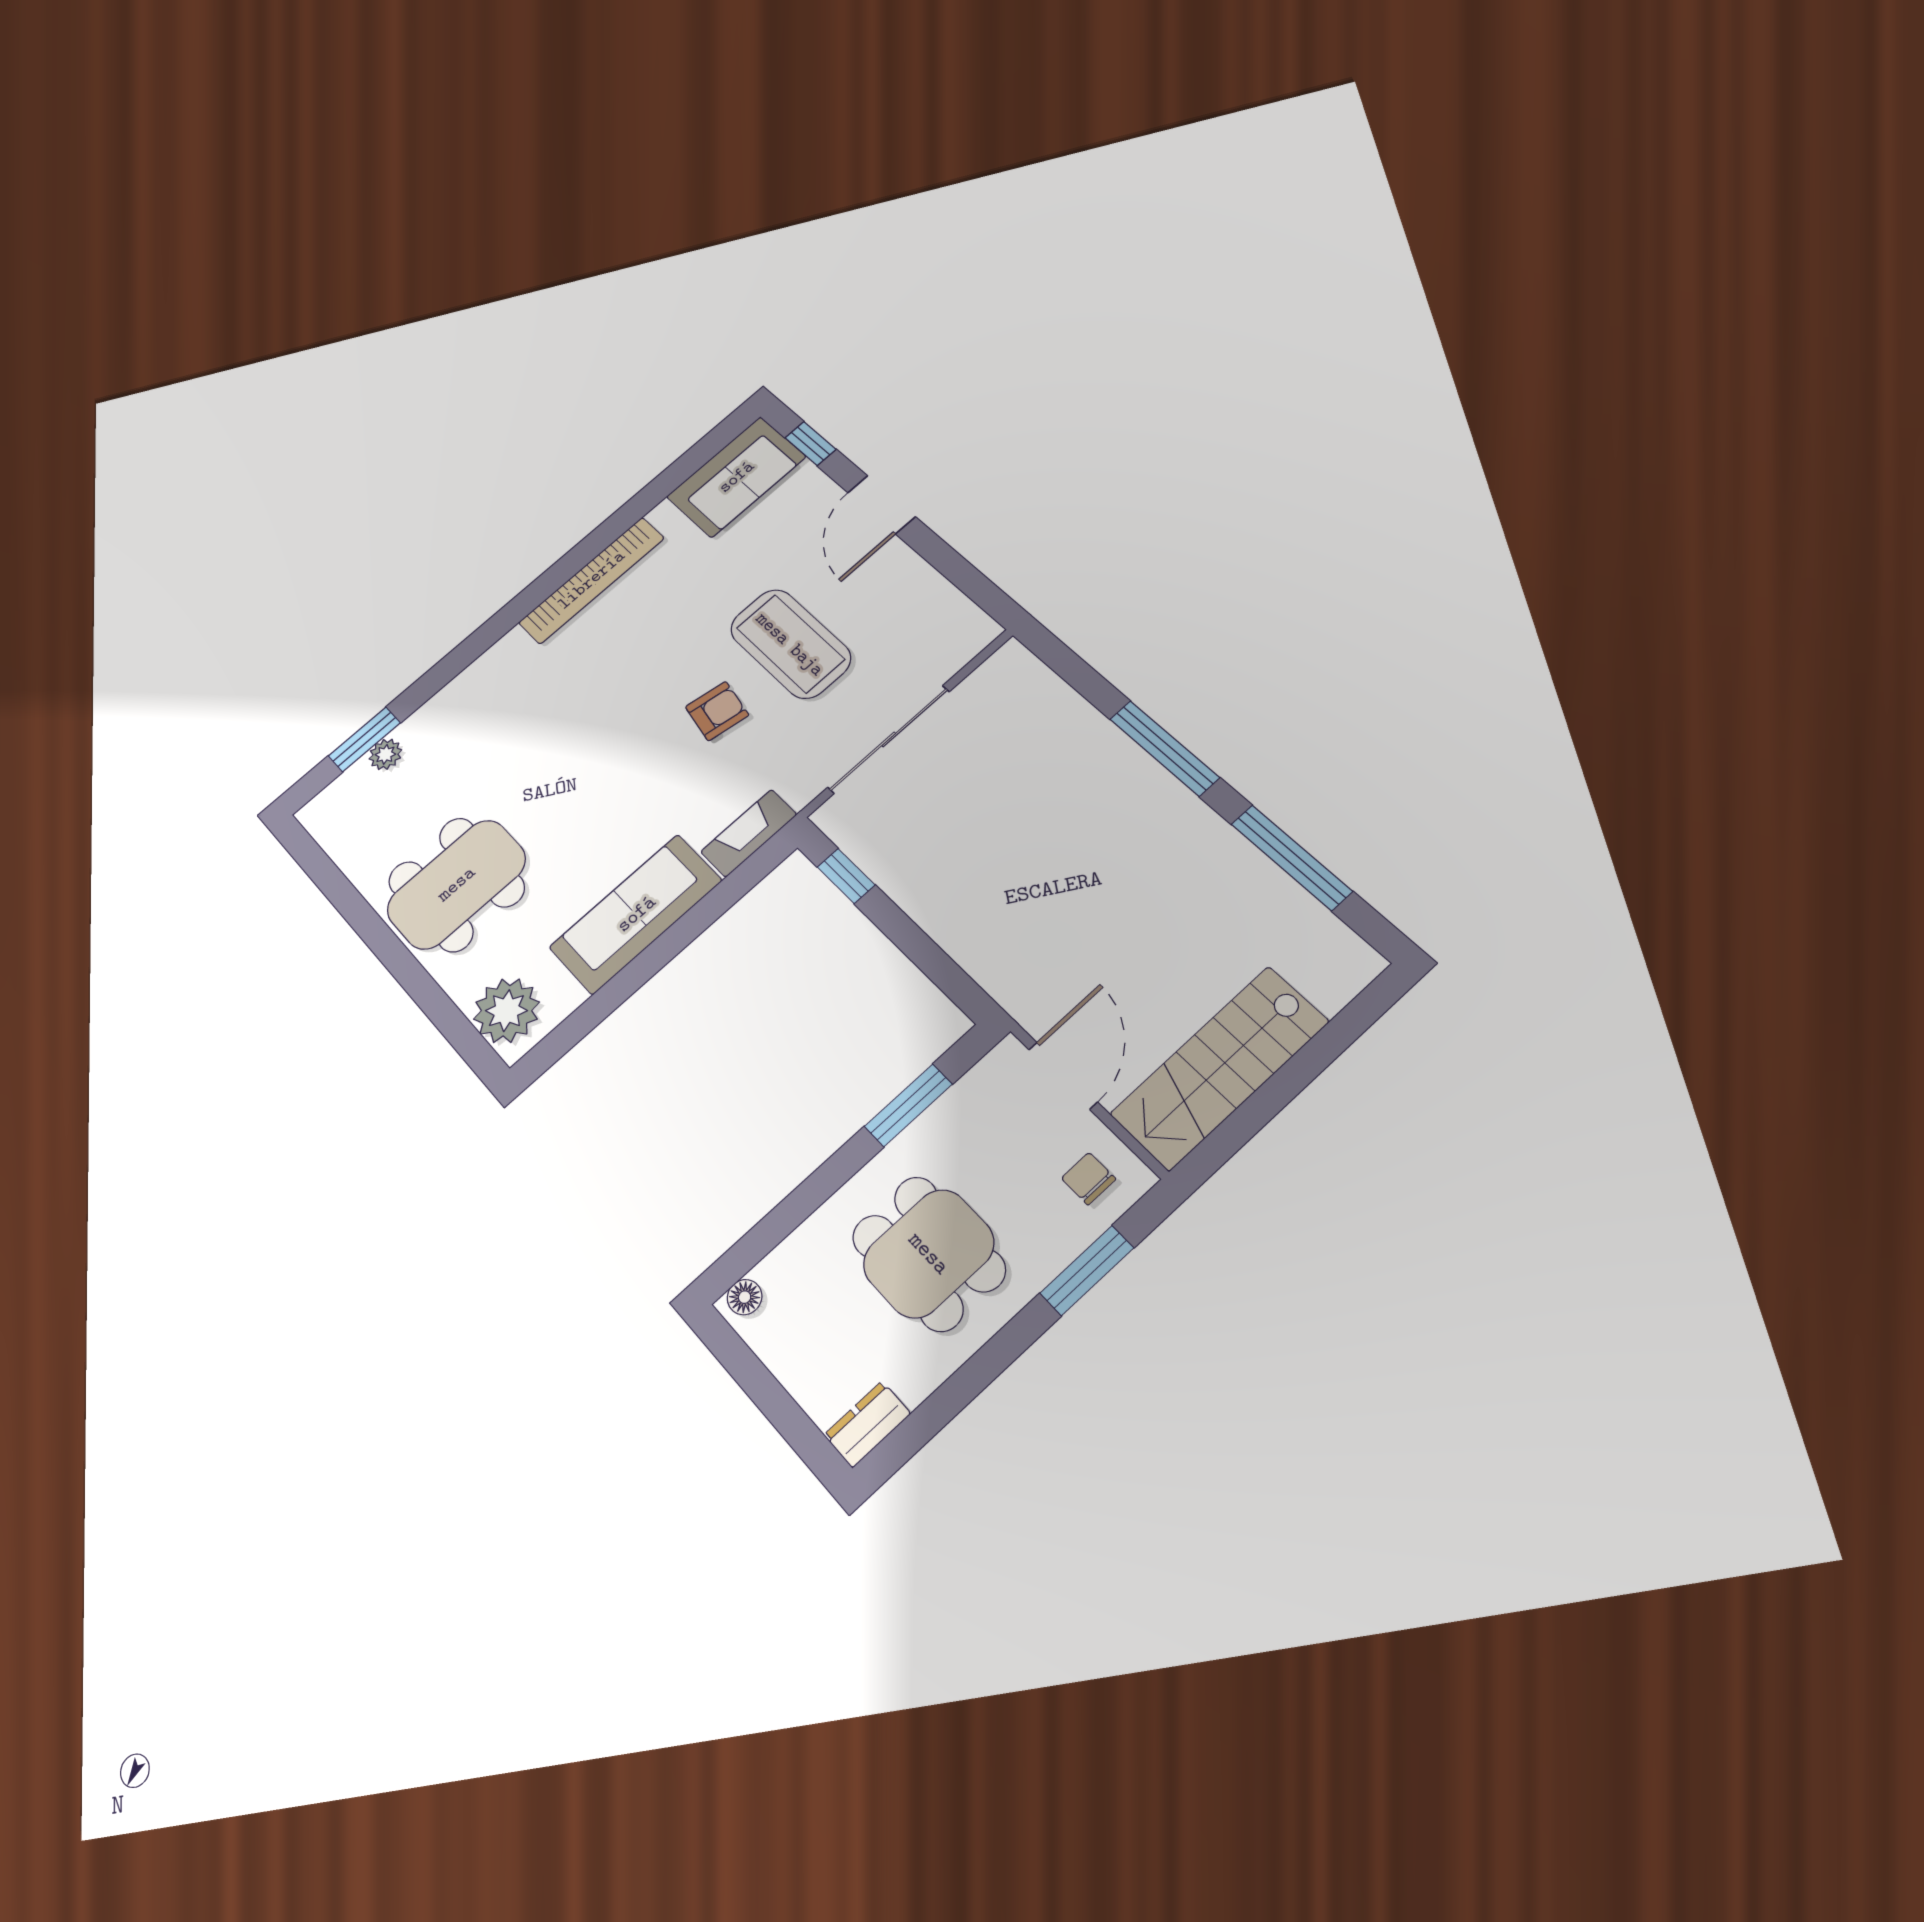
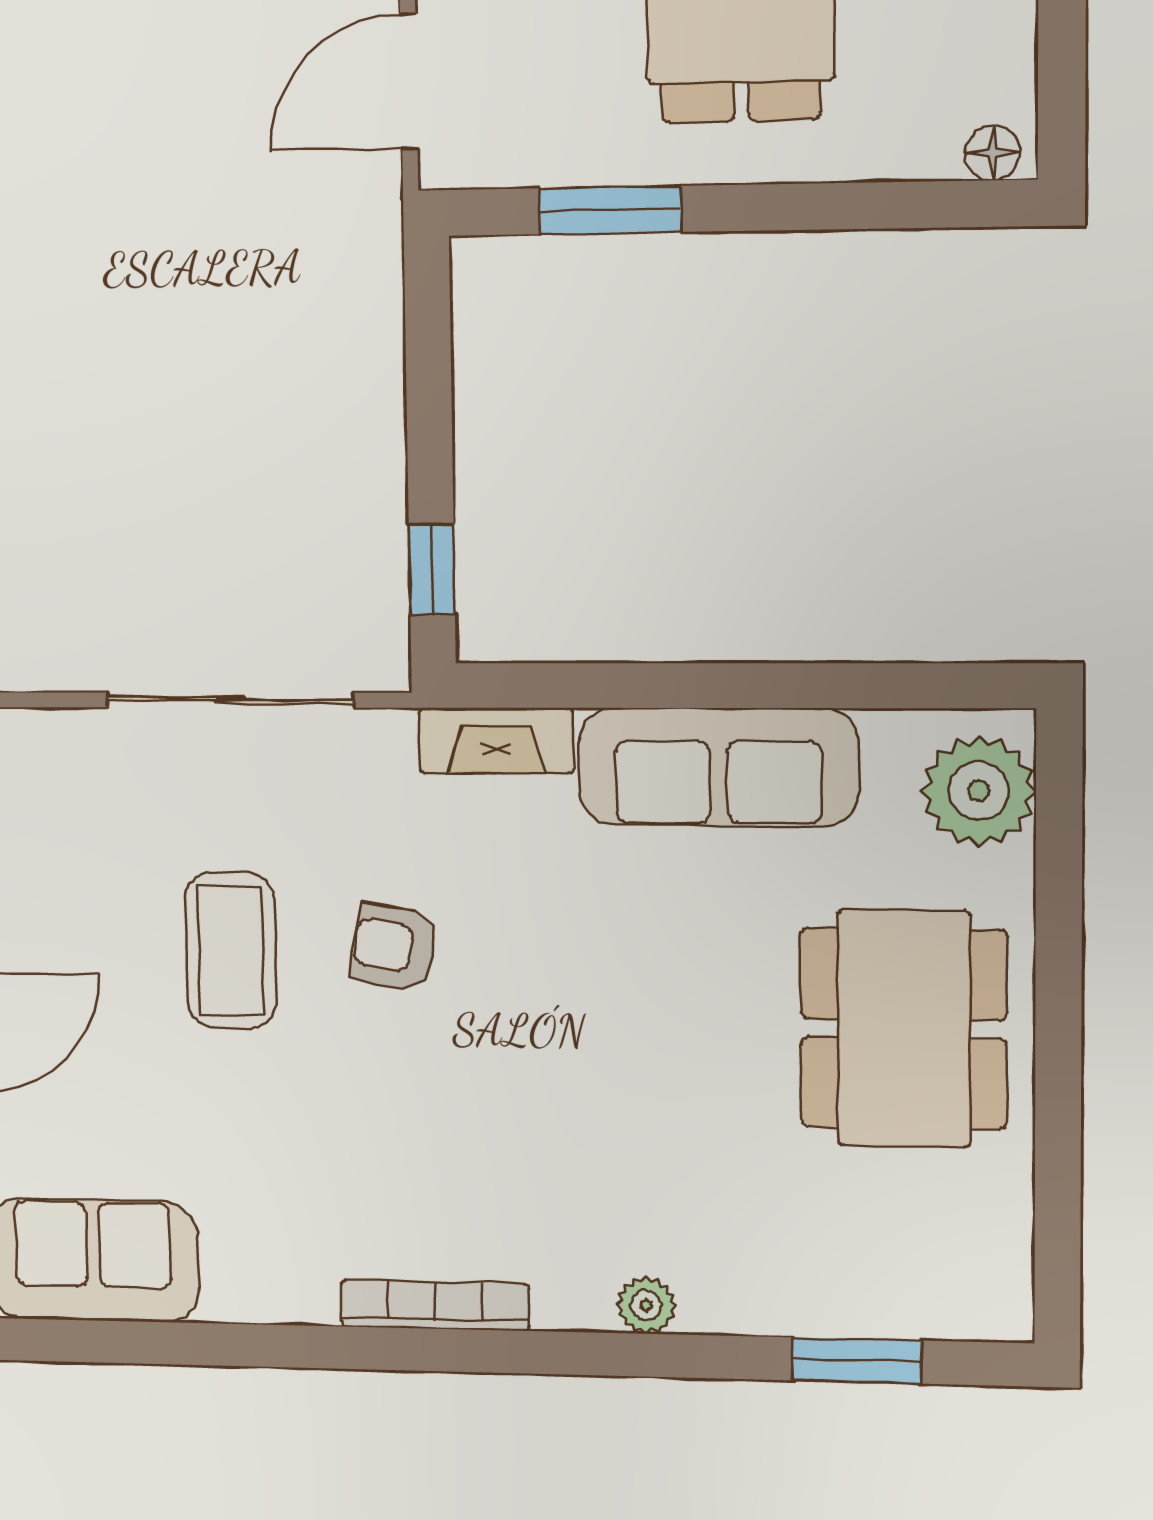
bookcase: (591, 580) -> (435, 1305), width x0.68, depth x0.76
coffee table: (790, 644) -> (230, 950), width x0.73, depth x0.76
plant: (385, 754) -> (646, 1305), moved
dining table: (456, 884) -> (904, 1029), turned 90

